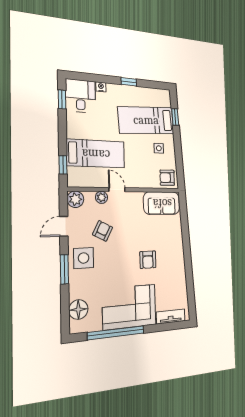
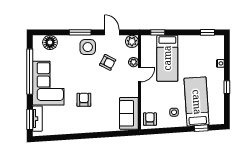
desk: (81, 96) -> (211, 47), removed
armchair: (148, 260) -> (84, 100), turned 90
window: (172, 326) -> (30, 119), added

